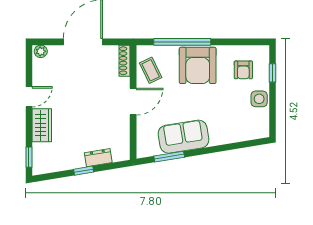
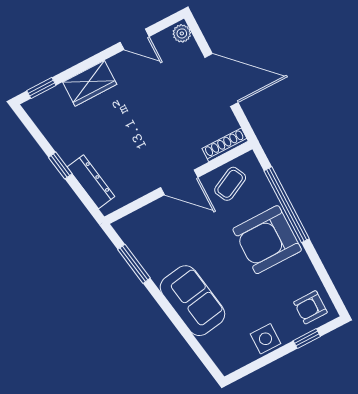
armchair: (243, 70) -> (310, 307), moved
door: (29, 97) -> (135, 39), moved
sofa: (183, 137) -> (192, 301), moved
dresser: (98, 158) -> (91, 182), width x1.44

